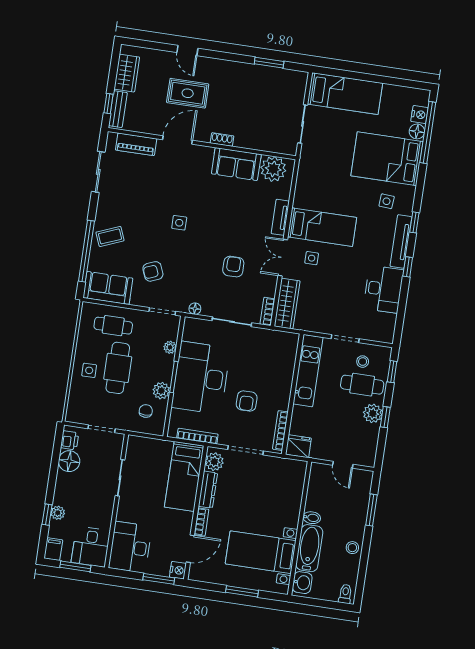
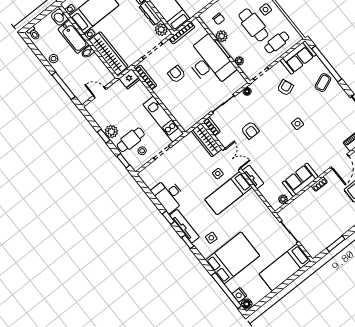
floor lamp: (417, 131) -> (247, 304), moved
plant: (273, 169) -> (283, 199), width x0.53, depth x0.53
wardrobe: (292, 494) -> (109, 54), added
window: (371, 510) -> (64, 86), width x1.44

